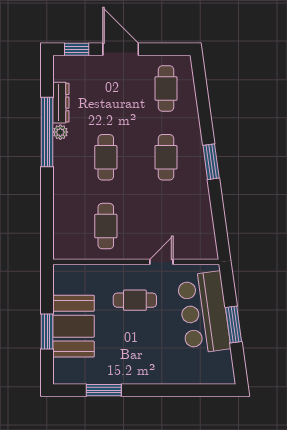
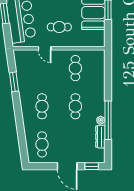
window: (211, 162) -> (14, 82), moved
door: (161, 262) -> (45, 48), hinge flipped

